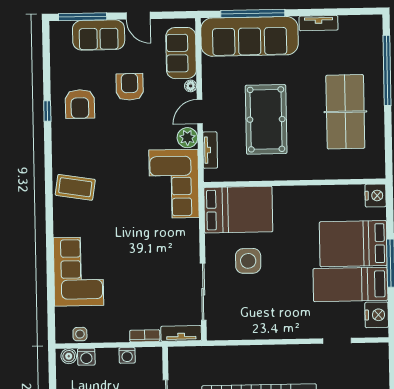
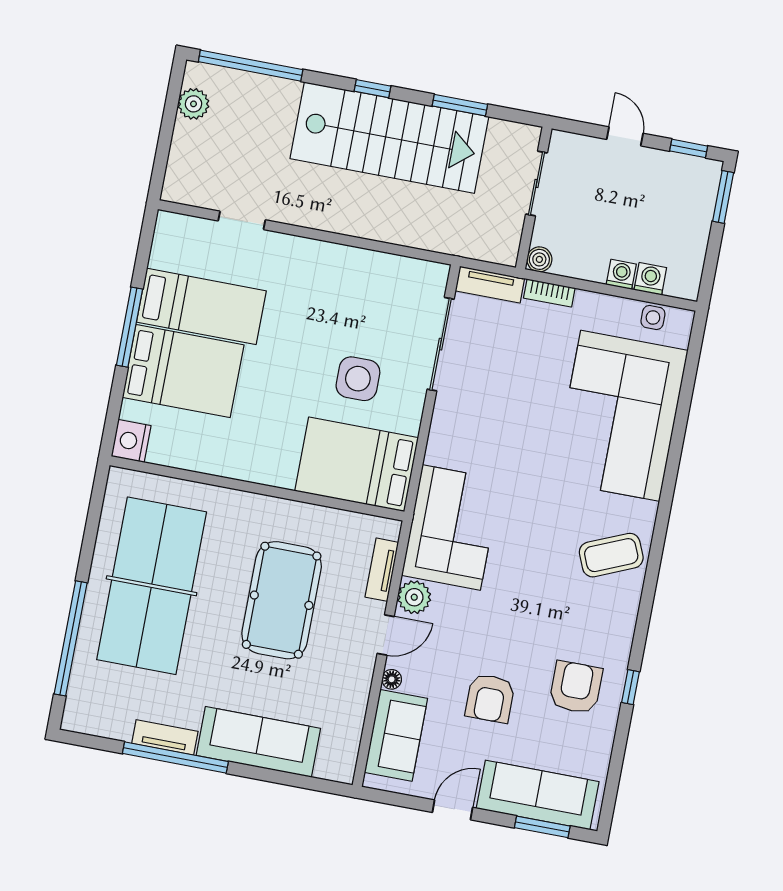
window: (253, 13) -> (175, 758), moved
door: (138, 16) -> (452, 810), hinge flipped
window: (83, 17) -> (542, 827), width x0.69
sofa: (99, 35) -> (538, 795), width x1.36
sofa: (250, 36) -> (258, 742), width x0.74, depth x0.79
table tennis table: (345, 112) -> (152, 586), width x1.36, depth x1.32
coffee table: (75, 187) -> (611, 555), turned -32
corner sofa: (78, 272) -> (620, 416), width x1.36, depth x1.36
nightstand: (377, 315) -> (169, 249), removed
washing machine: (127, 355) -> (621, 274), moved
boiler: (69, 356) -> (539, 259), moved

